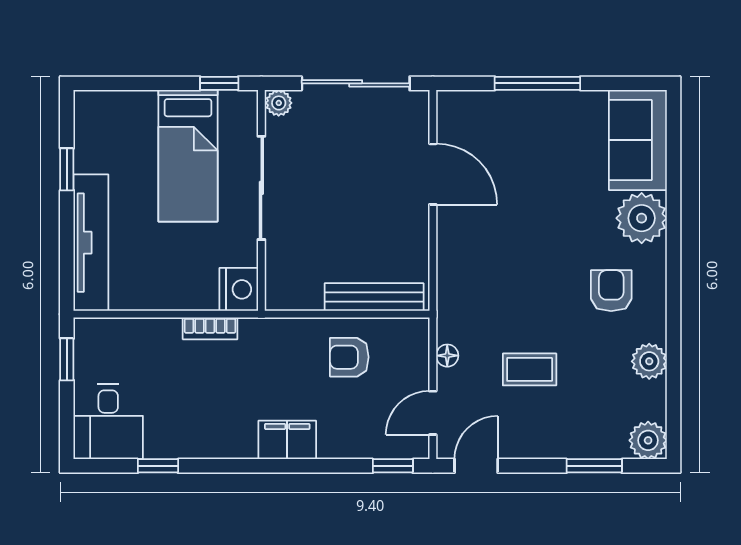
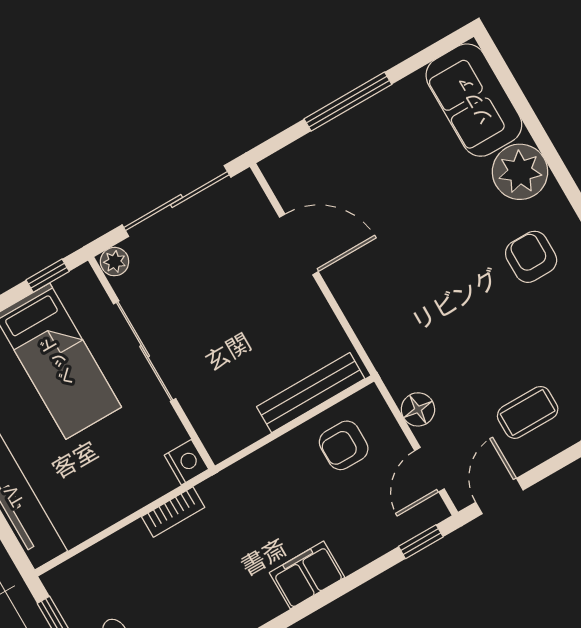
nightstand: (239, 289) -> (186, 462), width x0.74, depth x0.75
floor lamp: (447, 356) -> (418, 409), width x1.37, depth x1.37
armchair: (349, 357) -> (344, 445), moved
coffee table: (530, 369) -> (528, 412), moved

